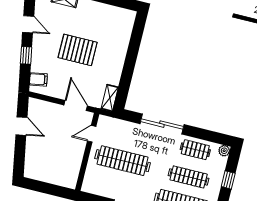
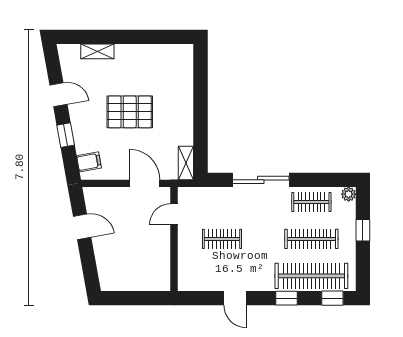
clothes rail: (123, 161) -> (222, 239), width x0.54, depth x0.76

